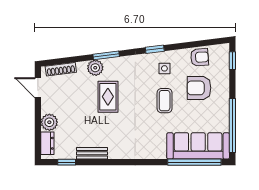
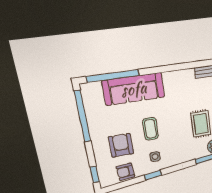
window: (155, 49) -> (153, 175), moved
armchair: (199, 88) -> (121, 145), turned -90
sofa: (198, 146) -> (134, 89), moved

